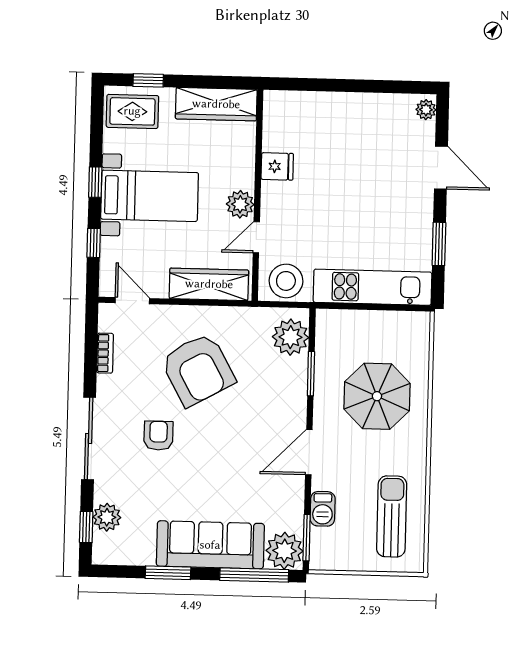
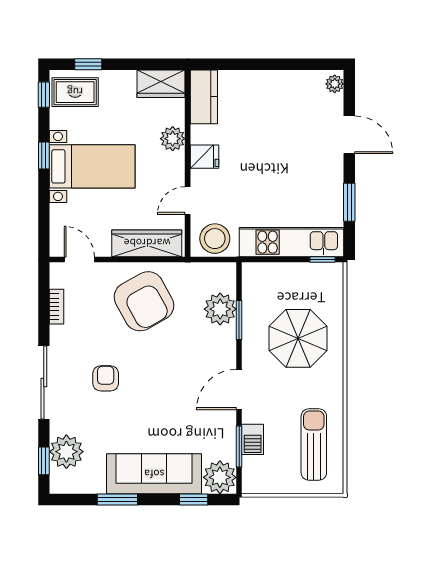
wardrobe: (216, 104) -> (161, 84), width x0.67
kitchen counter: (278, 121) -> (204, 97), added
fridge: (277, 166) -> (204, 157), moved
plant: (240, 204) -> (173, 139), moved
window: (94, 243) -> (44, 95), moved
window: (407, 308) -> (323, 260), added
plant: (291, 337) -> (220, 309), moved
armchair: (198, 370) -> (144, 301), moved
plant: (107, 517) -> (66, 452), width x1.36, depth x1.36
window: (307, 538) -> (239, 446), moved
window: (254, 575) -> (194, 499), width x0.46

